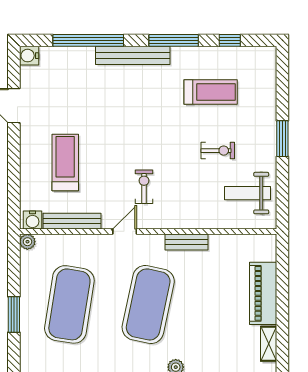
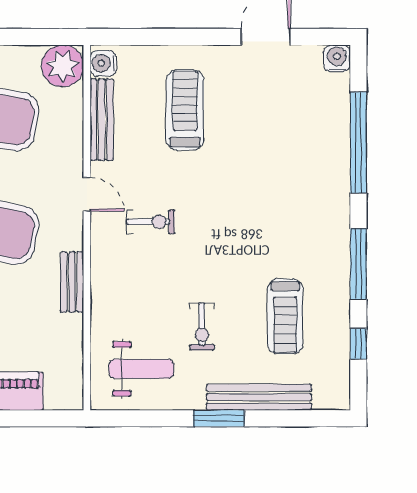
bench: (133, 55) -> (259, 397), moved, turned 90
treadmill: (65, 162) -> (185, 110), turned -90
weight bench: (248, 193) -> (141, 369), turned 90
plant: (27, 242) -> (63, 66), width x1.88, depth x1.88

